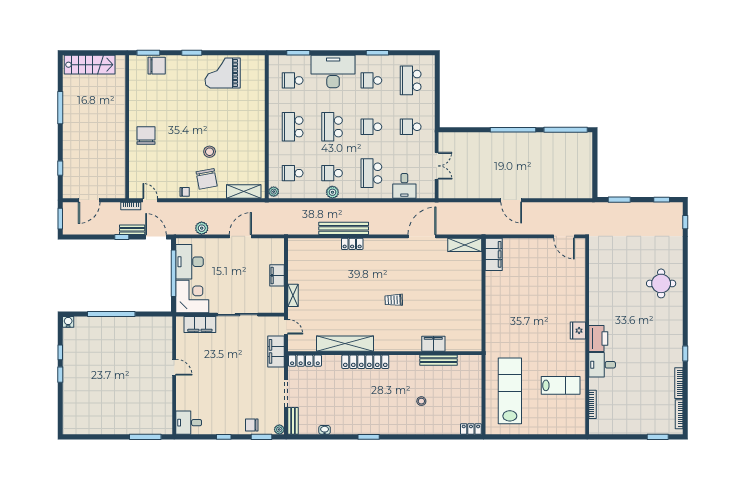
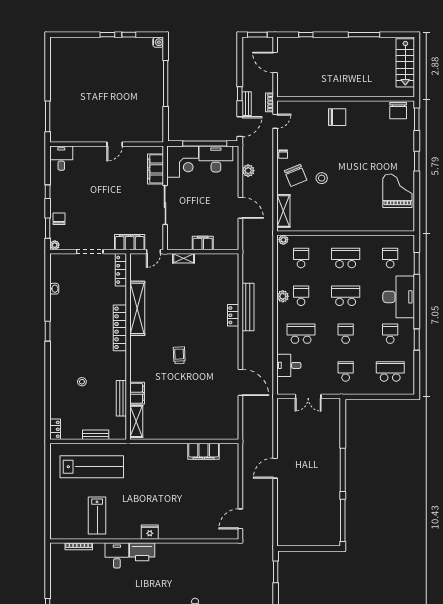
chair: (157, 66) -> (398, 111), moved
chair: (207, 179) -> (296, 175), turned -102
shelving: (465, 245) -> (136, 421), moved
filing cabinet: (494, 254) -> (204, 451), moved
bench: (293, 421) -> (96, 435), moved

